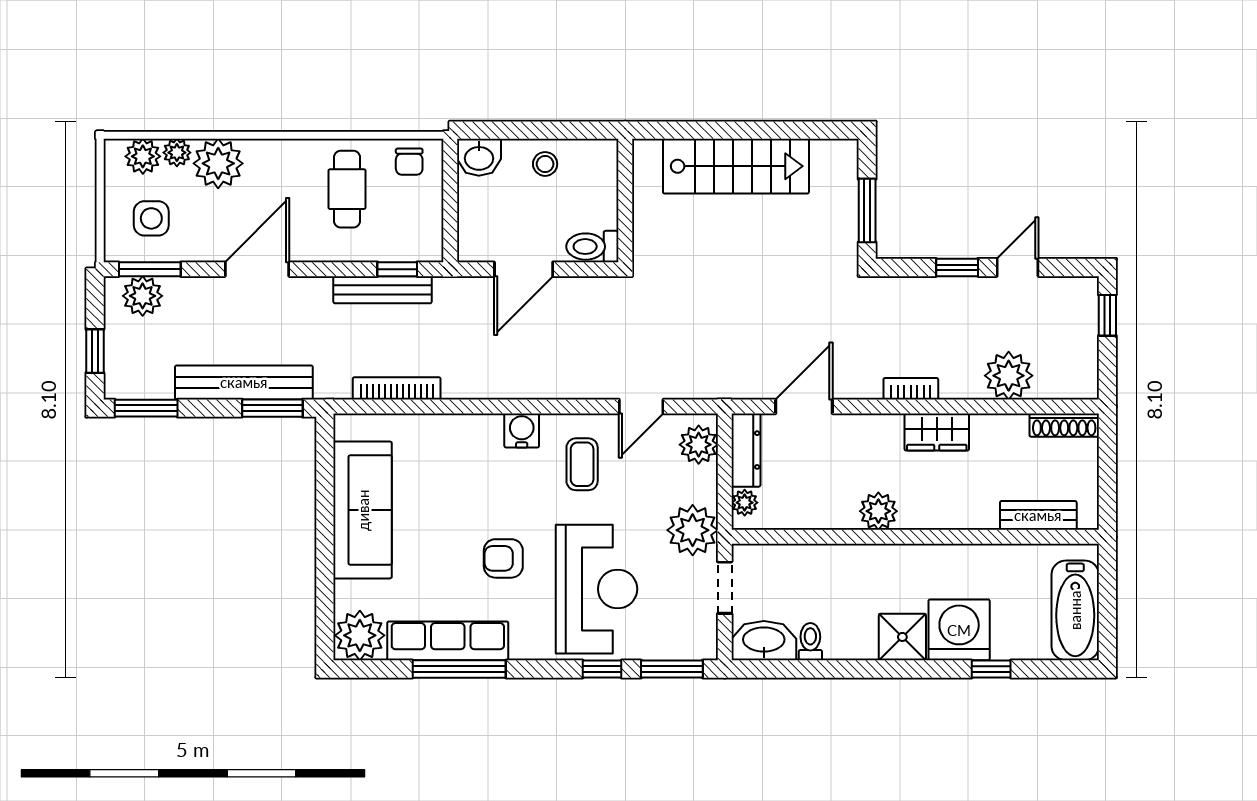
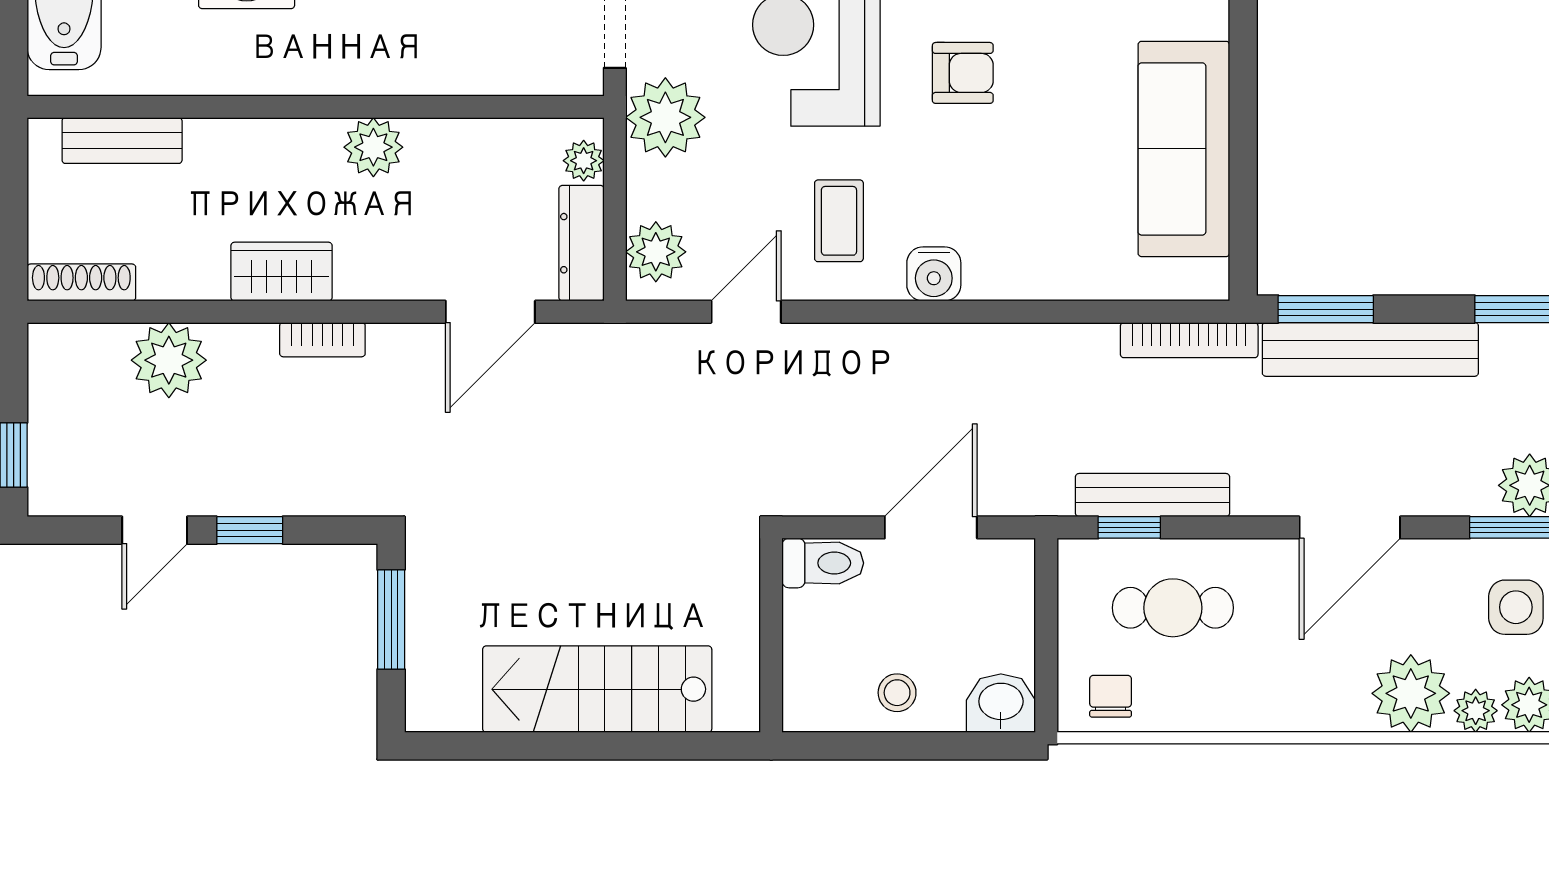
cafe table: (347, 189) -> (1173, 608), moved, turned 90
bookcase: (397, 388) -> (1189, 340), moved

